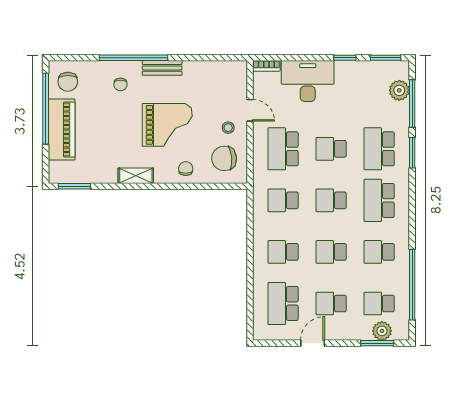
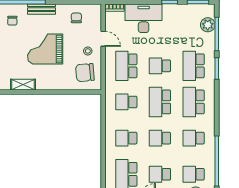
grand piano: (167, 125) -> (45, 49), turned 180
chair: (186, 169) -> (76, 18), moved
school desk: (331, 200) -> (160, 102), width x1.85

